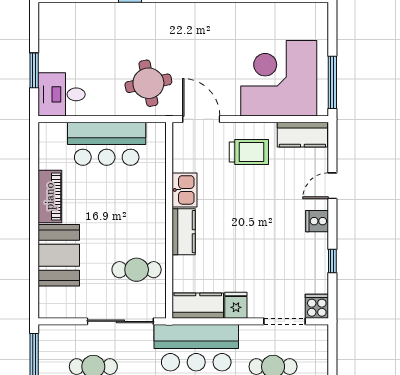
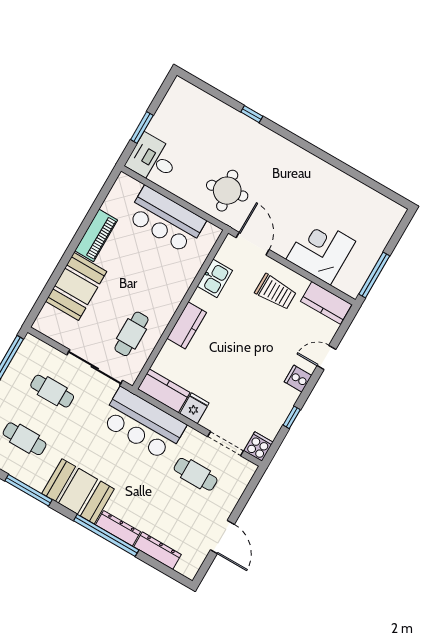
corner desk: (279, 78) -> (321, 250), width x0.74, depth x0.74
kitchen sink: (185, 190) -> (215, 278), moved
cafe table: (137, 270) -> (132, 334), turned 90

